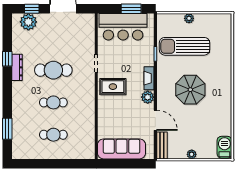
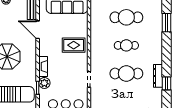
rug: (113, 87) -> (74, 45), moved
plant: (148, 97) -> (44, 83), moved
cafe table: (53, 135) -> (126, 17), width x1.37, depth x1.35

